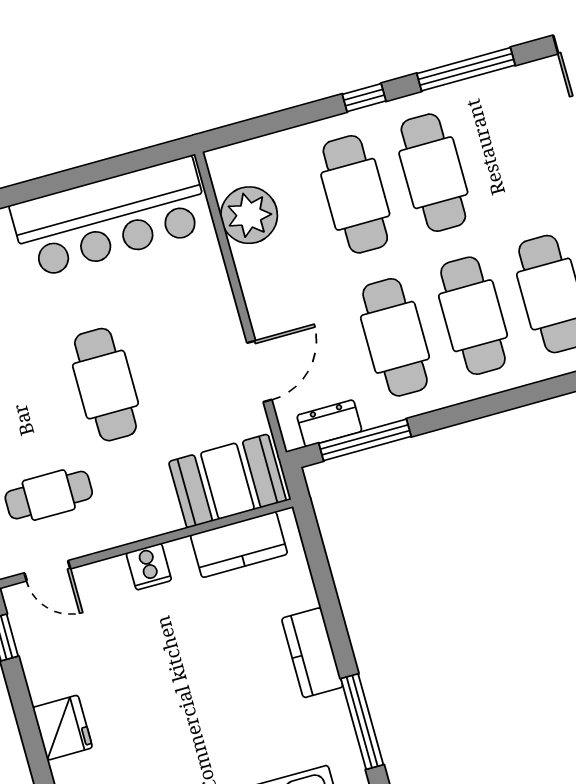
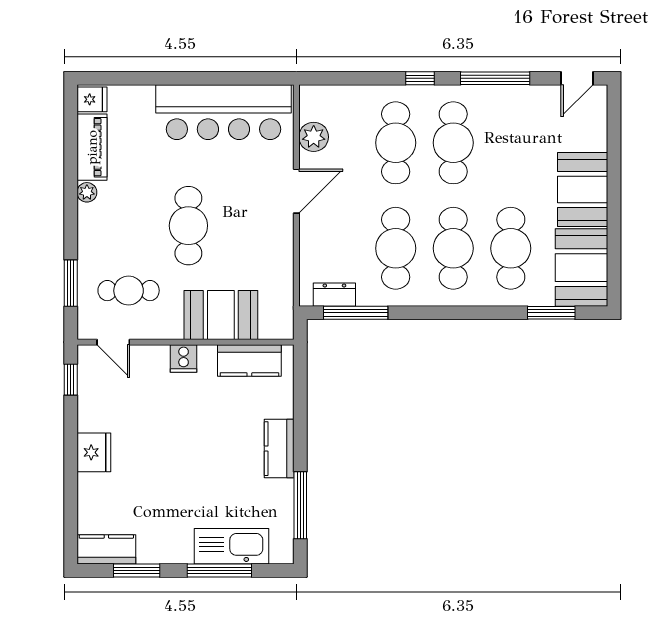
plant: (249, 215) -> (314, 137), width x0.73, depth x0.73
door: (259, 371) -> (296, 191), moved
booth: (227, 481) -> (221, 315), moved

